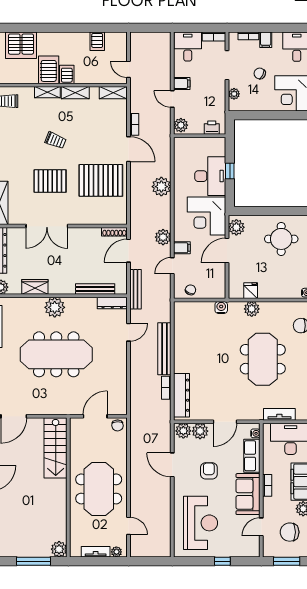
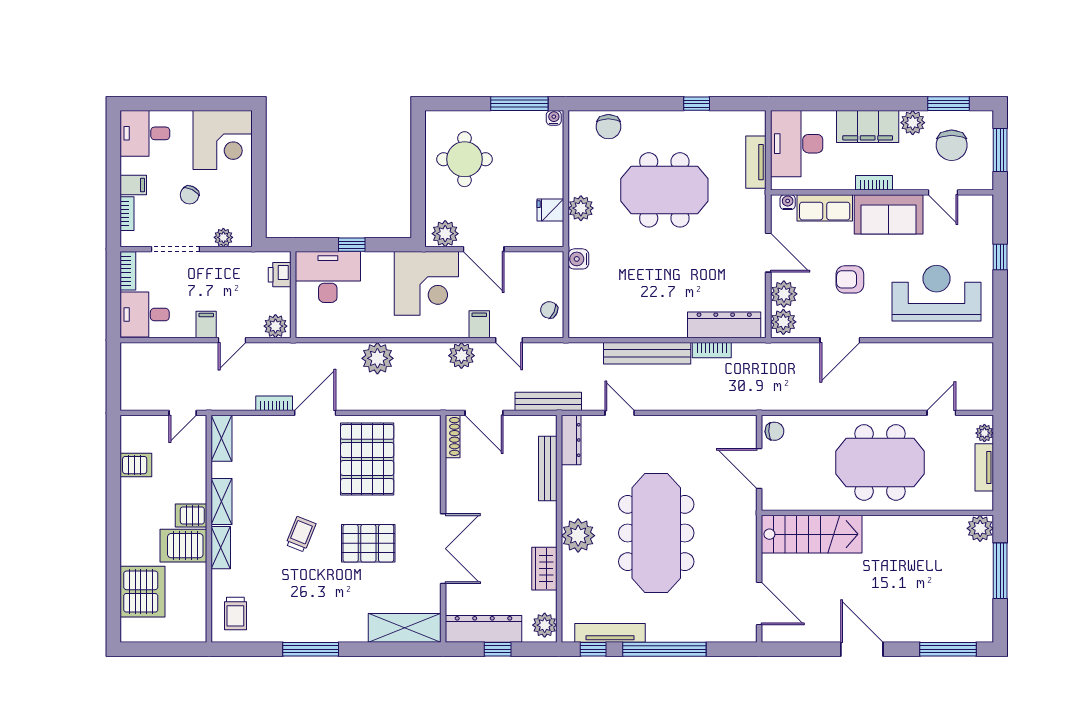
desk: (210, 176) -> (328, 277), moved
pallet: (50, 181) -> (368, 543), turned 90

